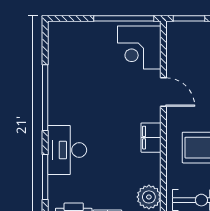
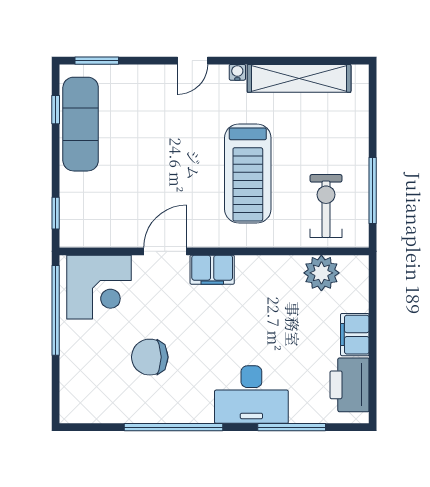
window: (189, 18) -> (56, 213), width x0.67
chair: (92, 82) -> (150, 357), added
filing cabinet: (151, 138) -> (212, 270), moved

